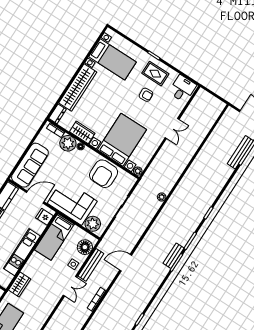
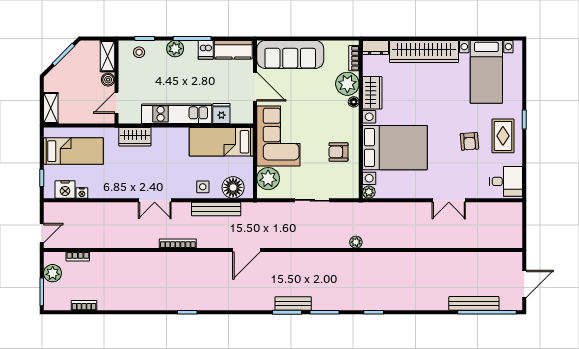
armchair: (104, 174) -> (338, 152), width x0.53, depth x0.53
fridge: (44, 217) -> (221, 114), moved
door: (126, 263) -> (246, 250), swing flipped
double door: (70, 286) -> (155, 200), moved

